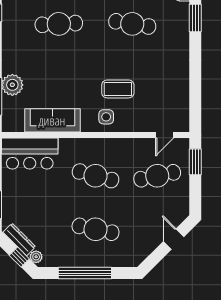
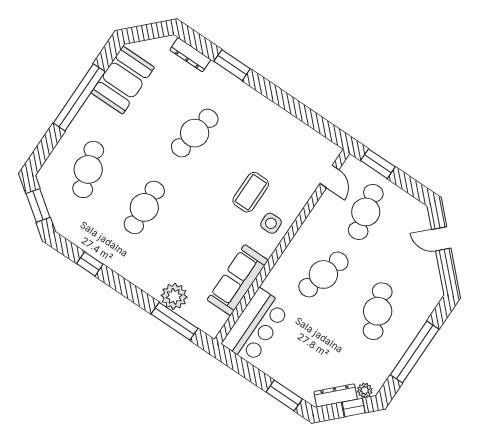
cafe table: (96, 229) -> (378, 311), turned -33

